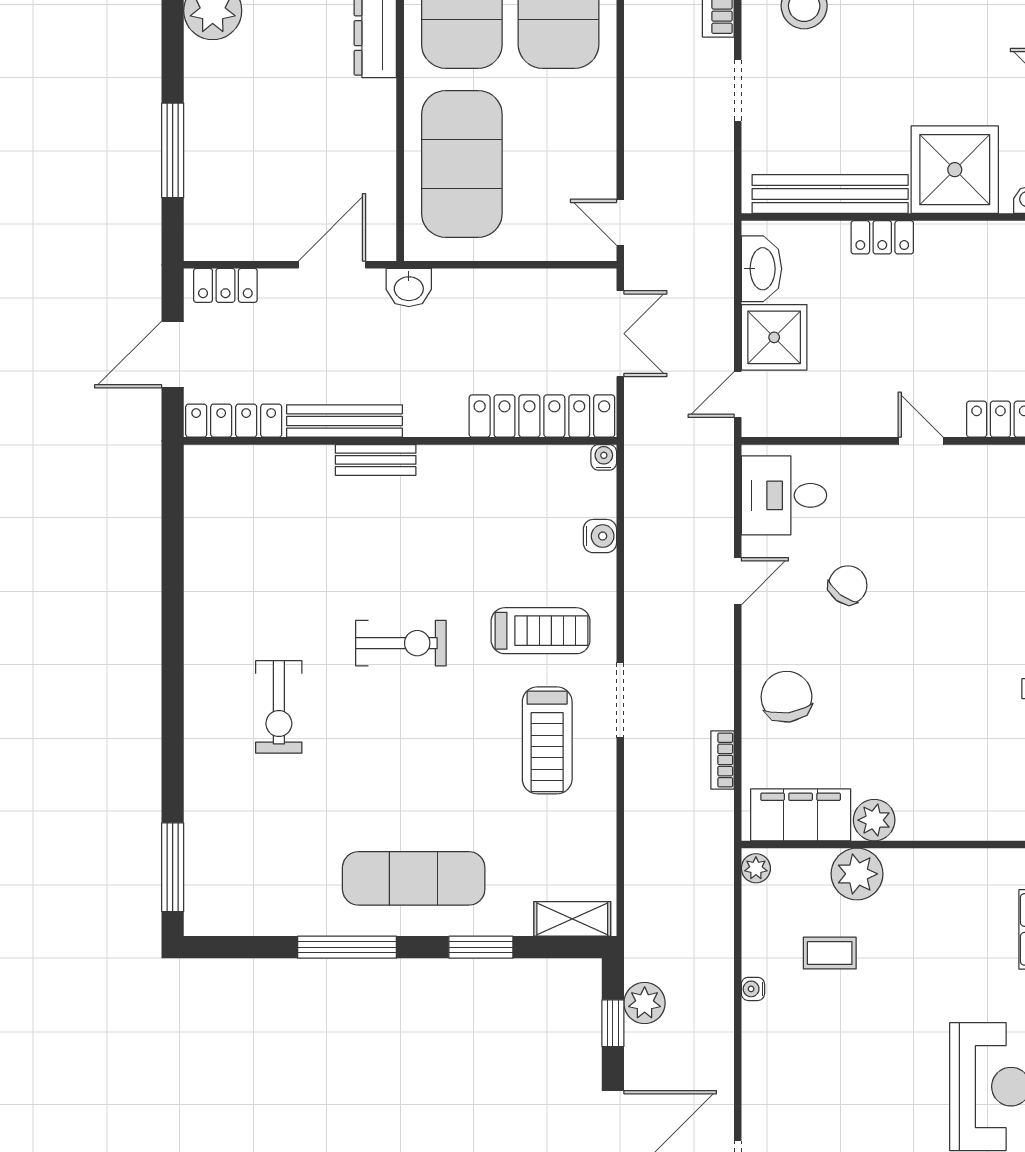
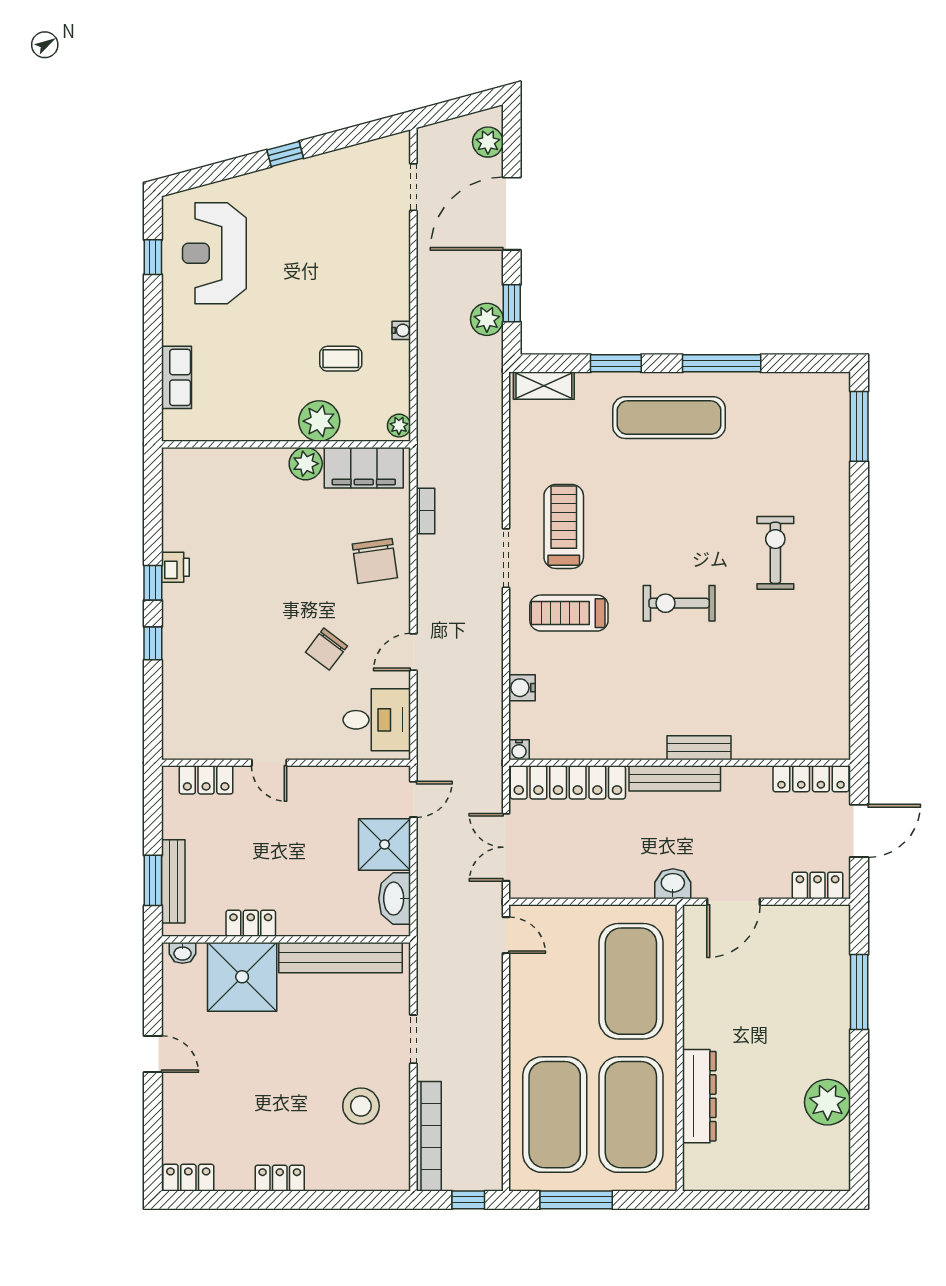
locker: (882, 237) -> (251, 923), moved
bench: (344, 421) -> (675, 778), moved

